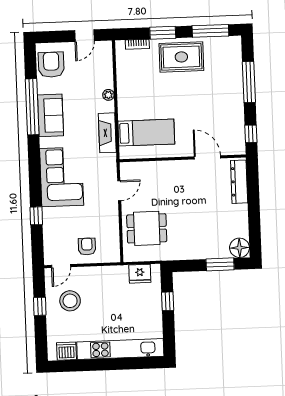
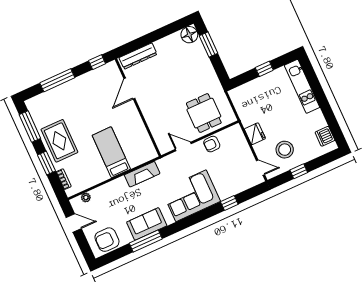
plant: (108, 95) -> (86, 197), moved
window: (32, 107) -> (146, 241), width x0.68
bed: (146, 133) -> (111, 152), moved
armchair: (87, 246) -> (212, 144), moved
fridge: (140, 274) -> (255, 134), moved
window: (168, 301) -> (264, 69), moved
kitchen unit: (120, 349) -> (302, 86), width x0.73

